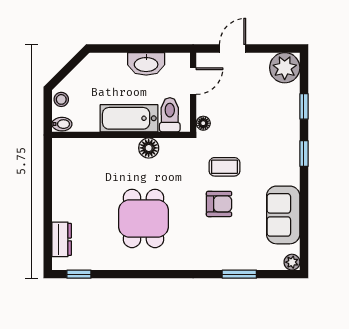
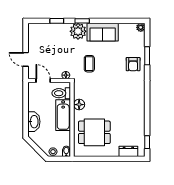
washbasin: (146, 64) -> (34, 122), moved
plant: (285, 68) -> (78, 31), moved
armchair: (219, 204) -> (133, 64), moved, turned 180
sofa: (283, 215) -> (103, 32), moved
dining table: (143, 218) -> (94, 132), moved

